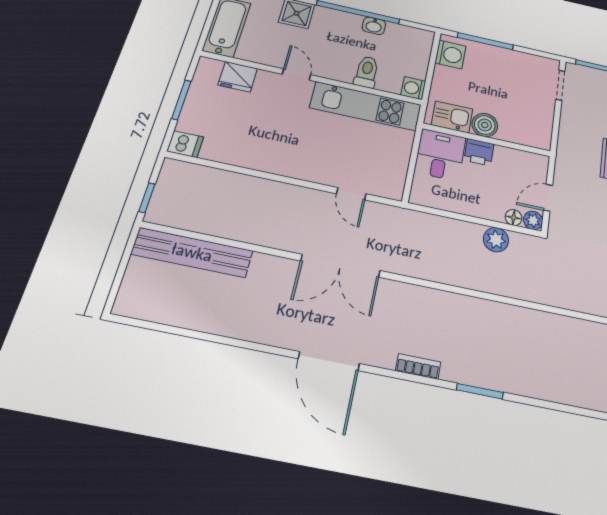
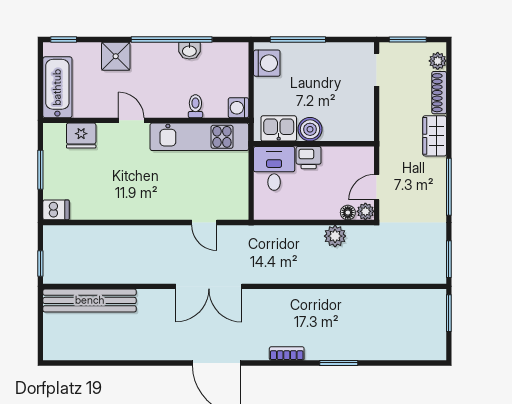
toilet: (367, 72) -> (195, 106), width x0.73, depth x0.72

